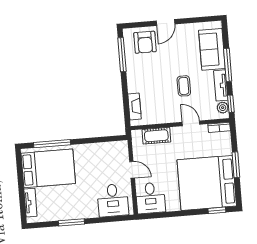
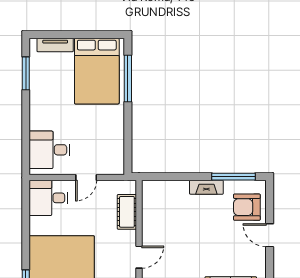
coffee table: (184, 86) -> (187, 252), removed
fireplace: (135, 107) -> (206, 187), moved
window: (71, 222) -> (26, 73), moved

